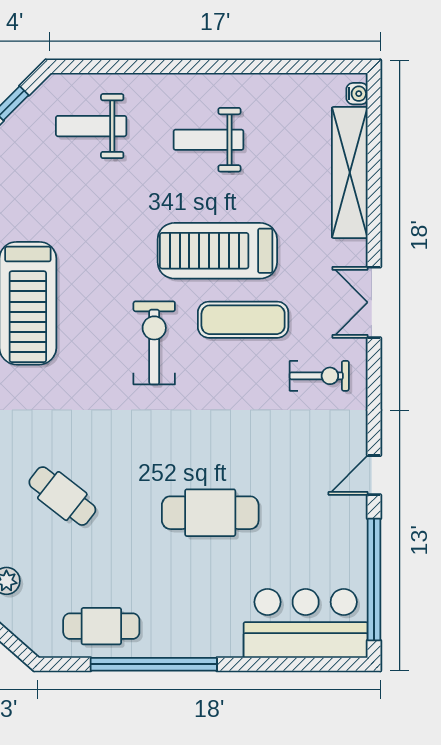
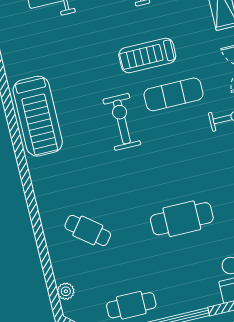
treadmill: (217, 251) -> (147, 55), width x0.73, depth x0.73

